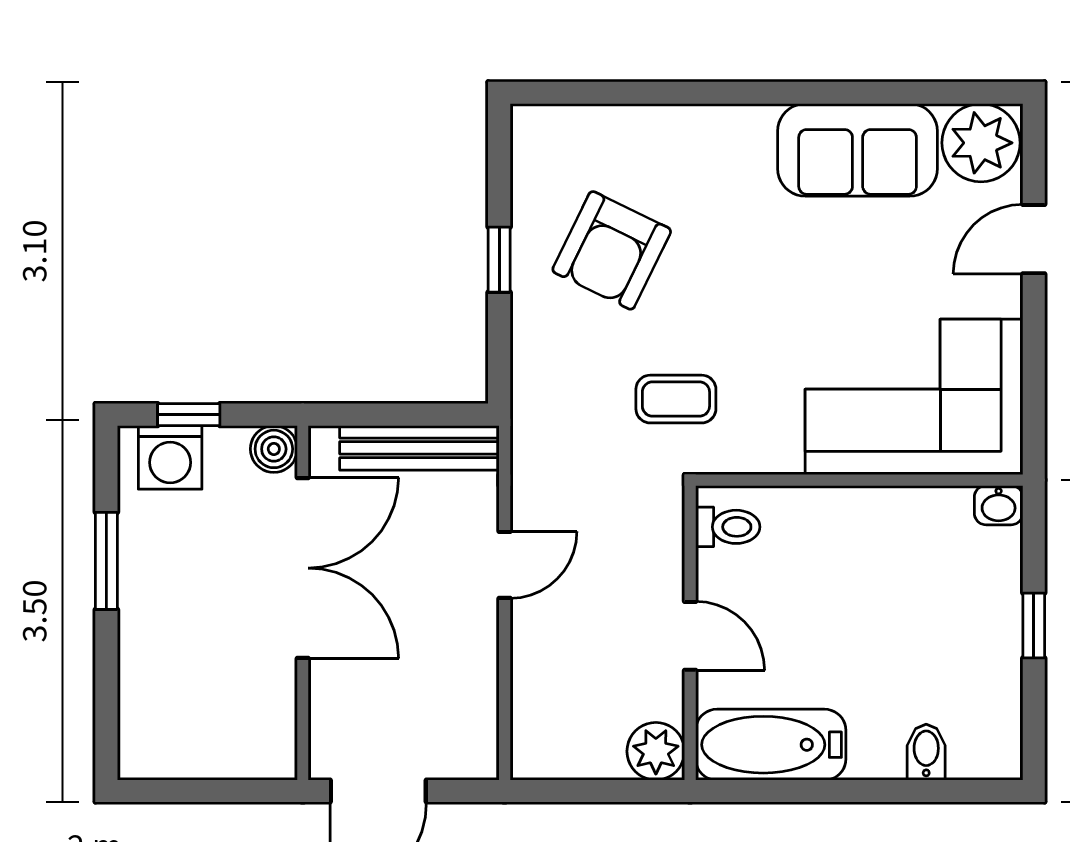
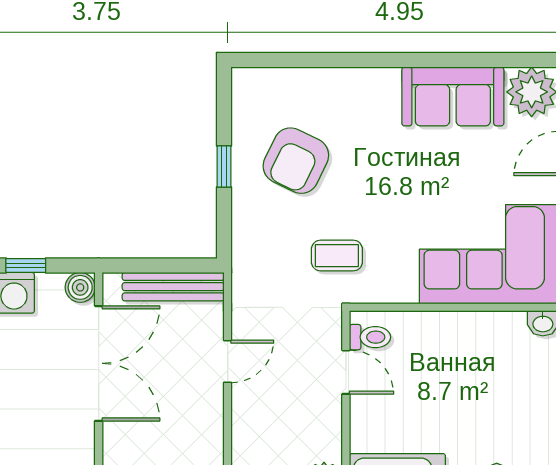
door: (690, 636) -> (346, 372), moved

